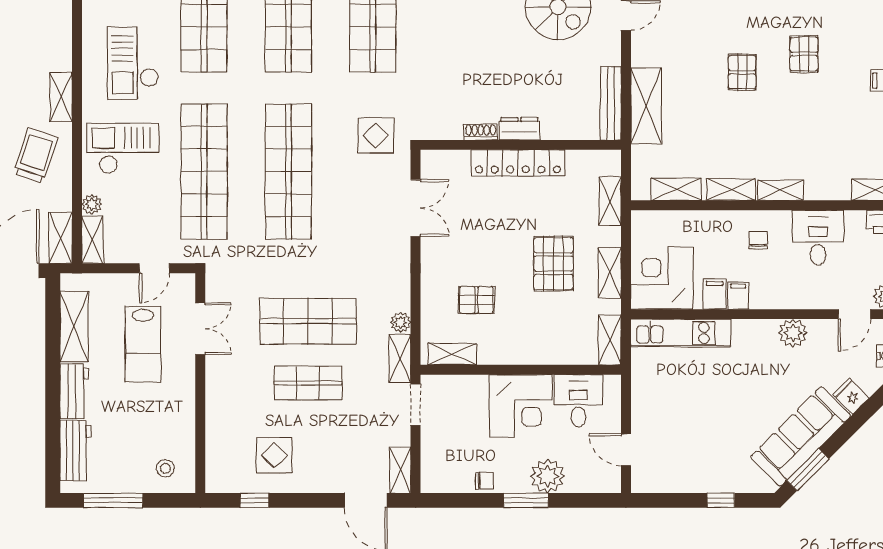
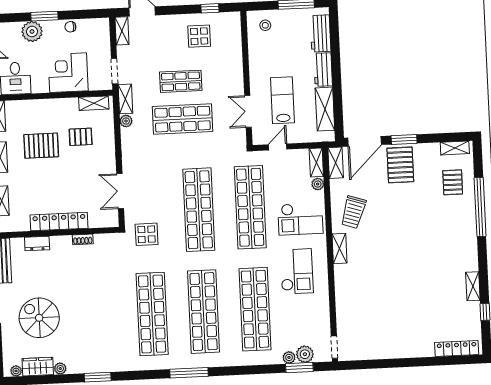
dresser: (519, 129) -> (37, 243), moved
pallet: (553, 264) -> (41, 146), moved, turned 90
corner desk: (521, 406) -> (68, 73), moved

